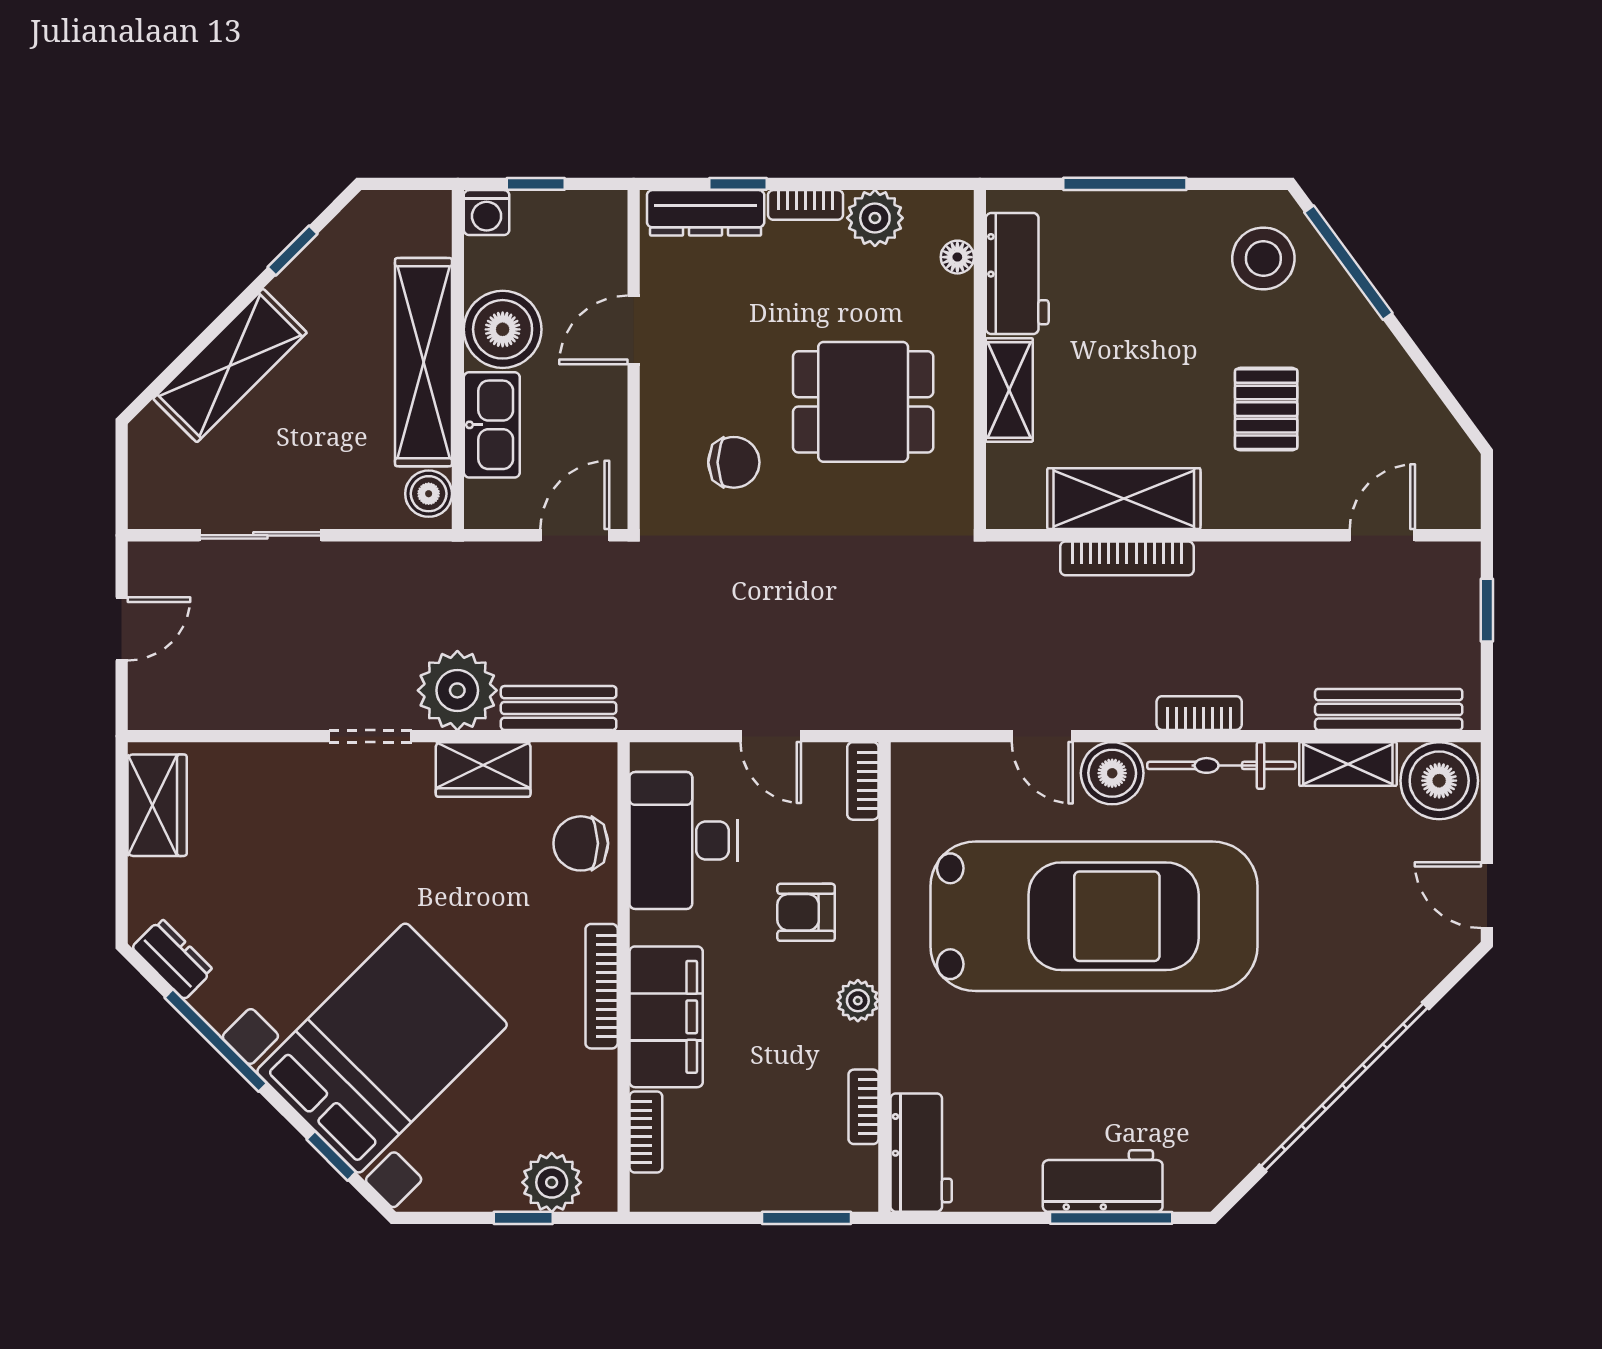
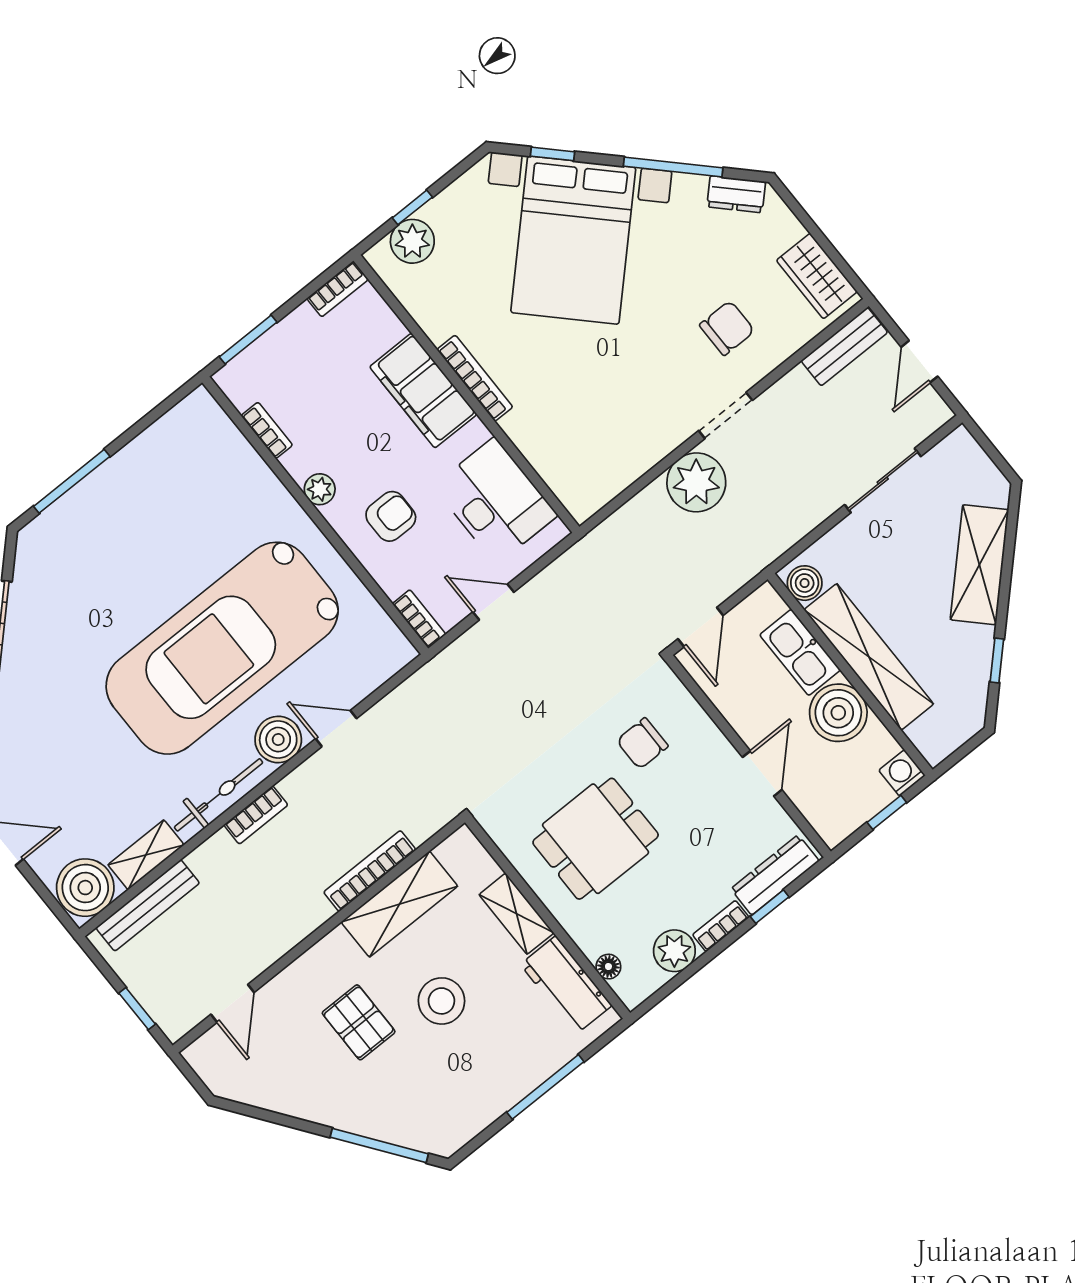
stool: (1263, 259) -> (441, 1001), moved
bench: (559, 708) -> (844, 347), moved
wardrobe: (483, 769) -> (645, 449), removed
chair: (581, 843) -> (727, 328), moved
bookcase: (646, 1132) -> (338, 289), moved, turned -90
workbench: (921, 1153) -> (212, 431), removed
workbench: (1103, 1181) -> (94, 499), removed

